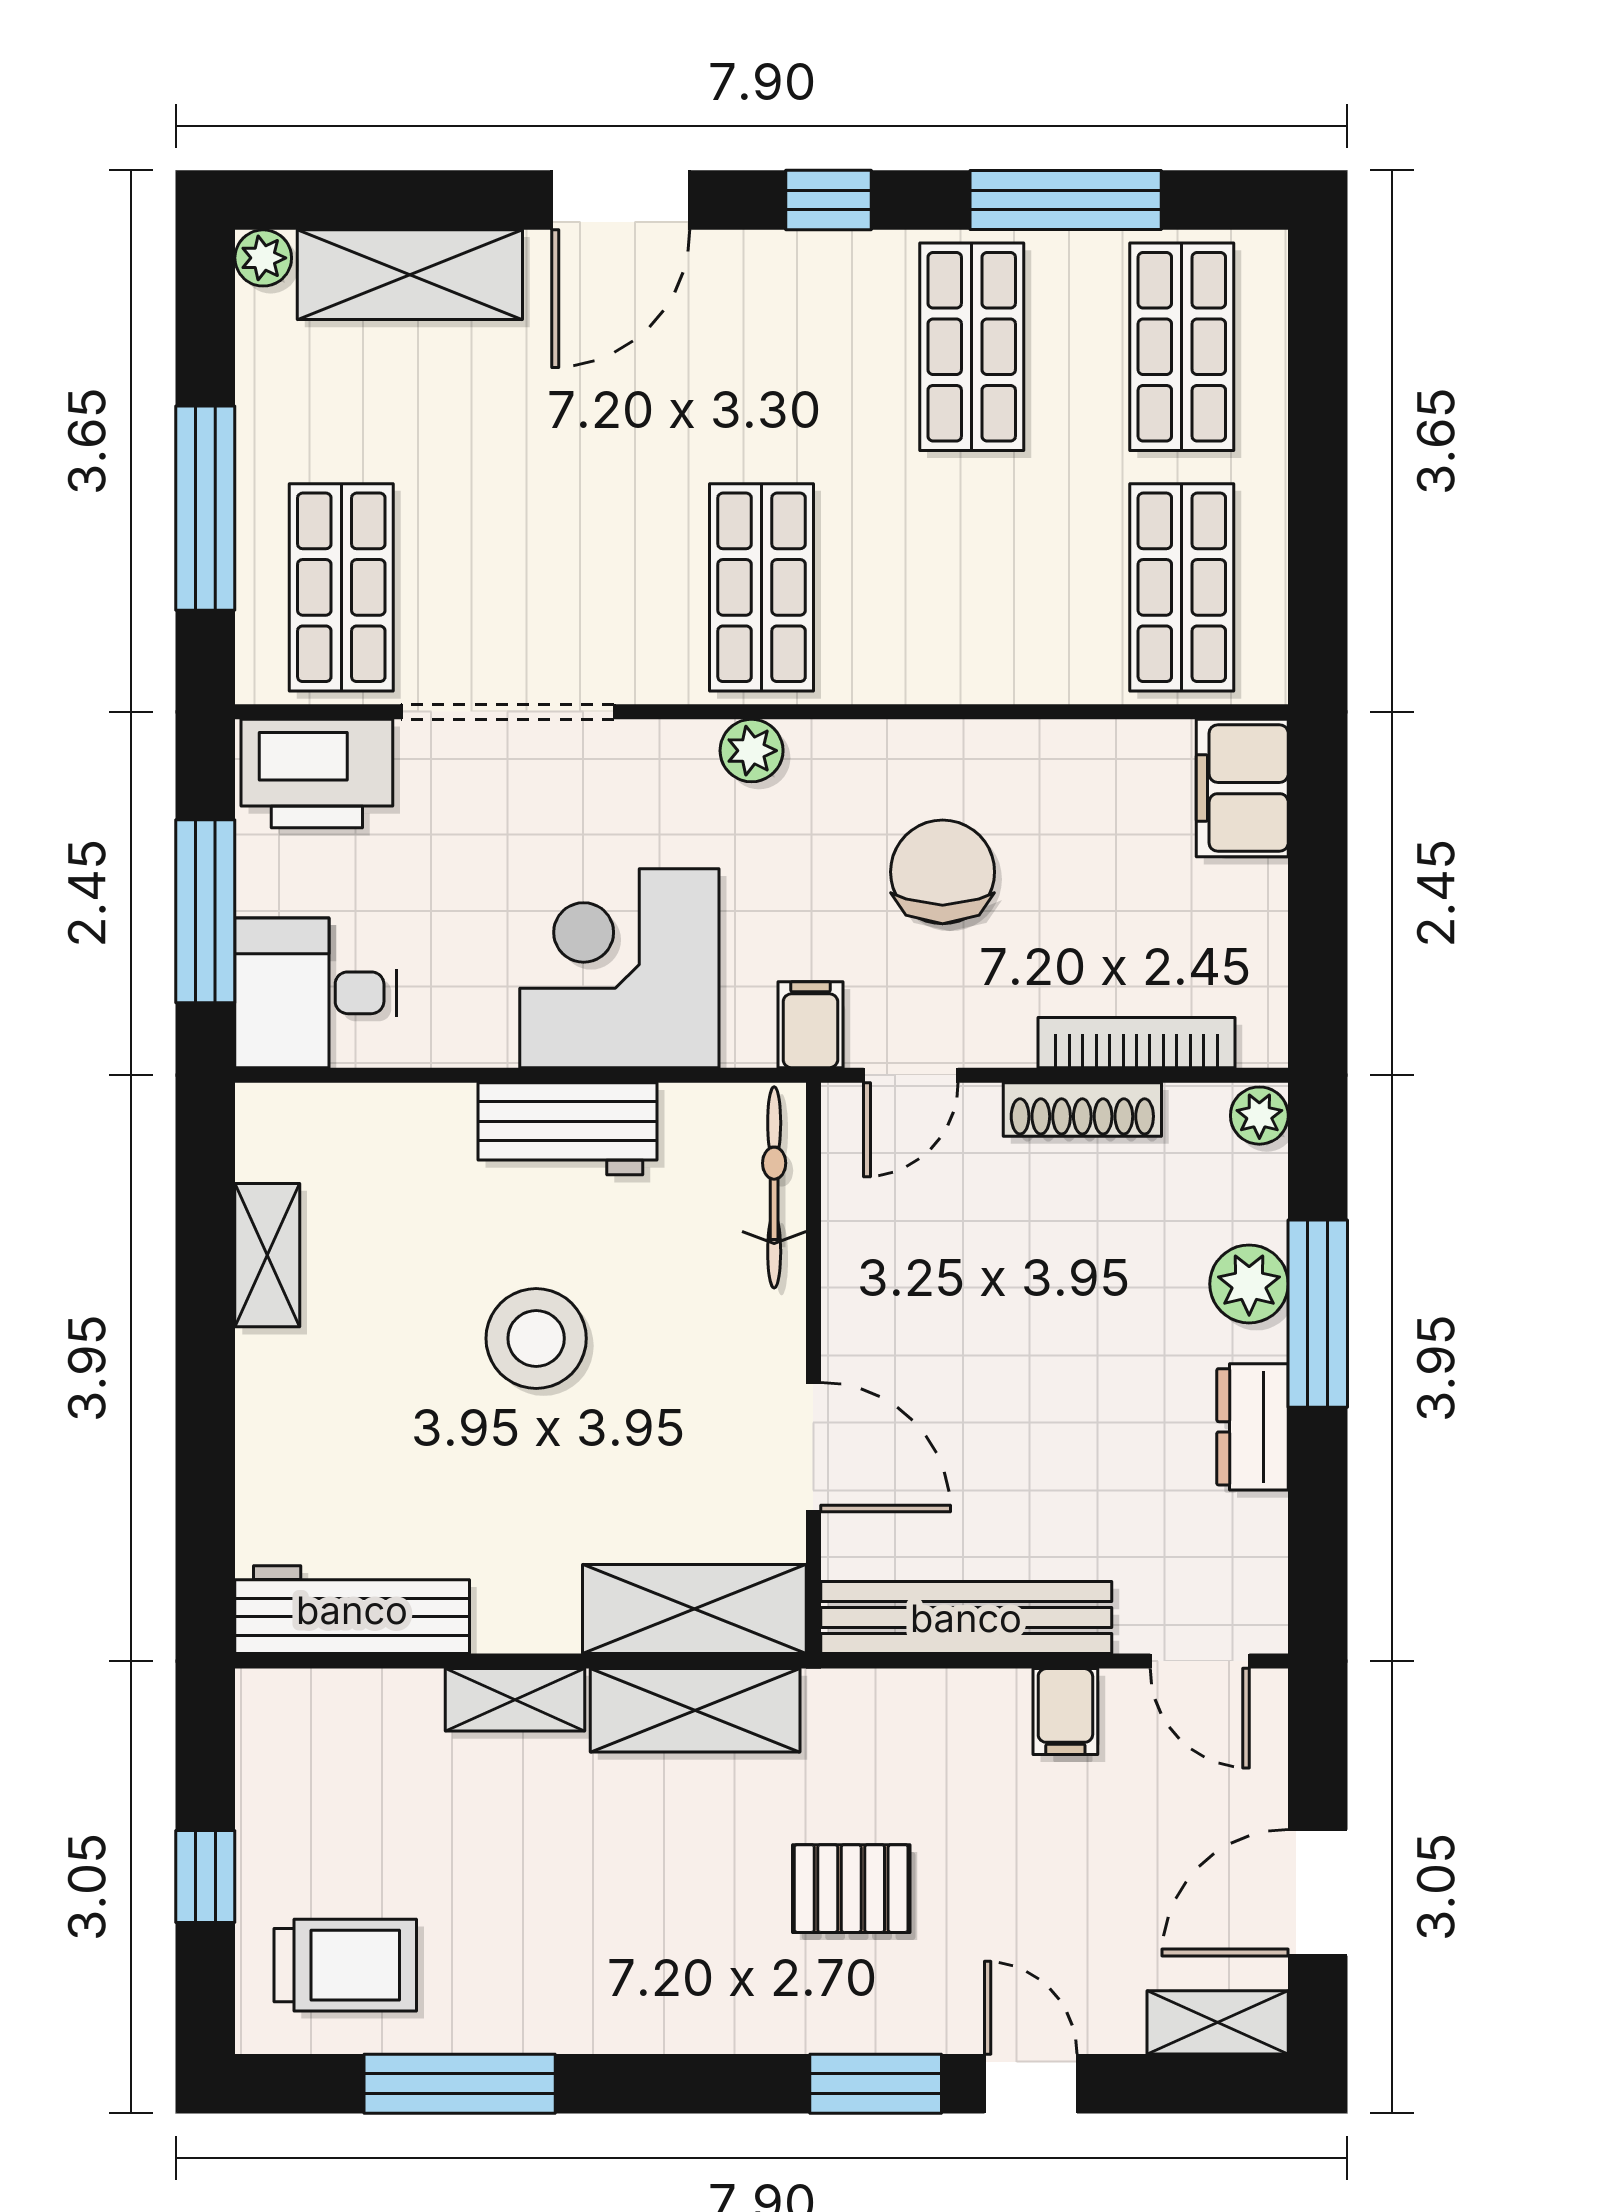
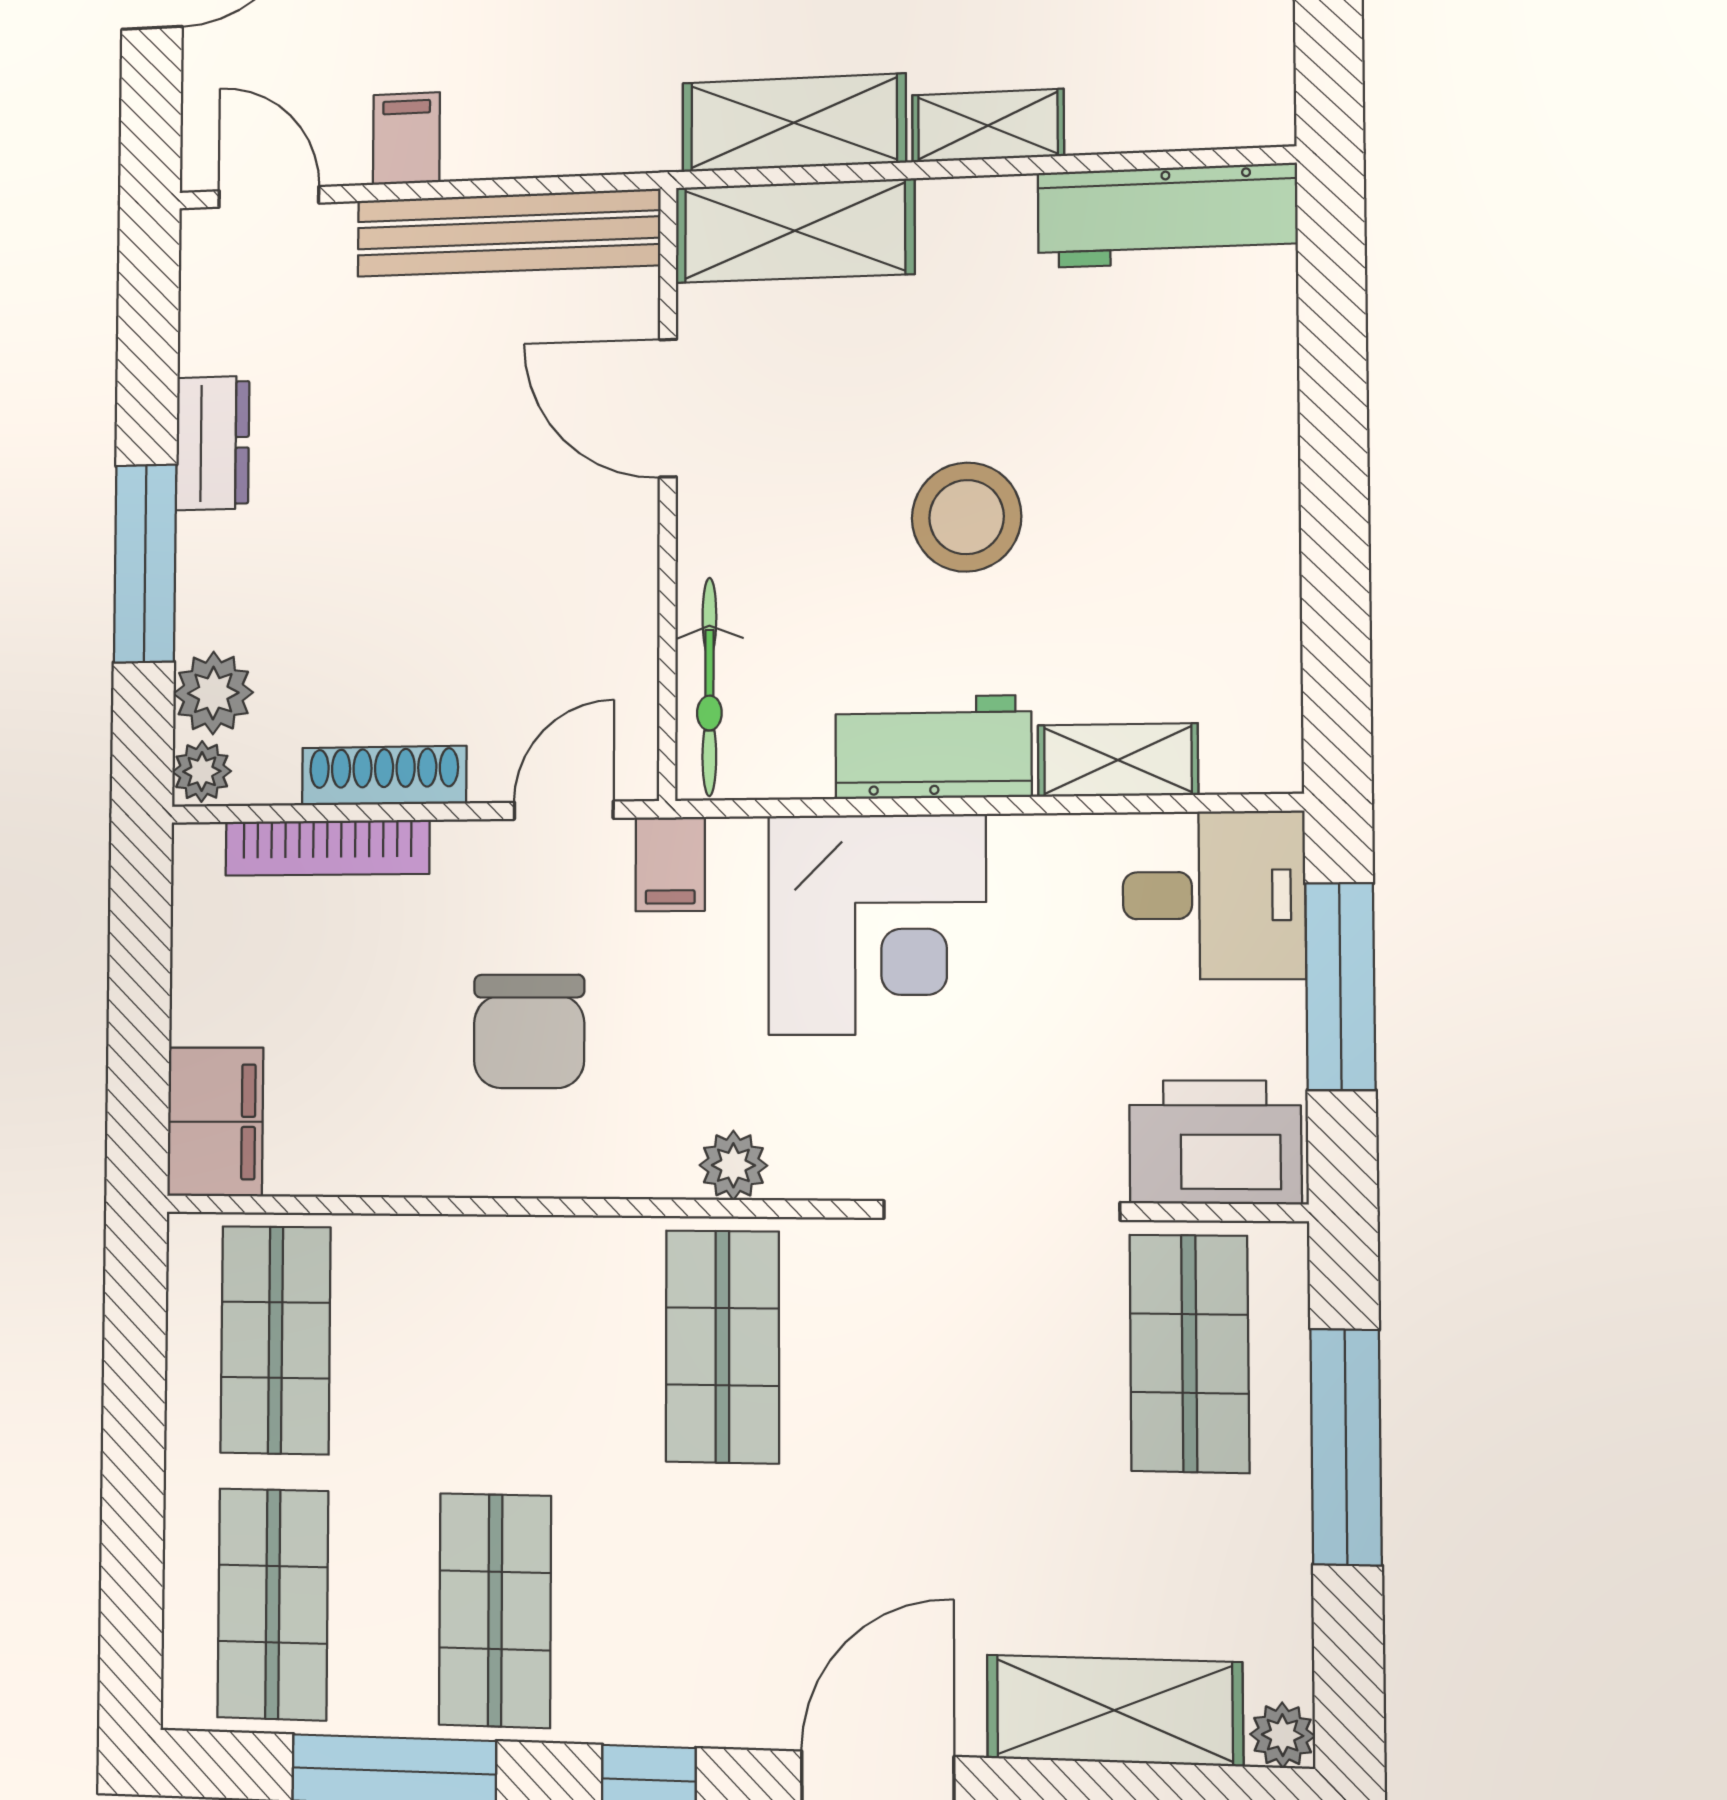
shelving: (267, 1255) -> (1118, 760), moved, turned 90
plant: (1249, 1284) -> (213, 693), moved

